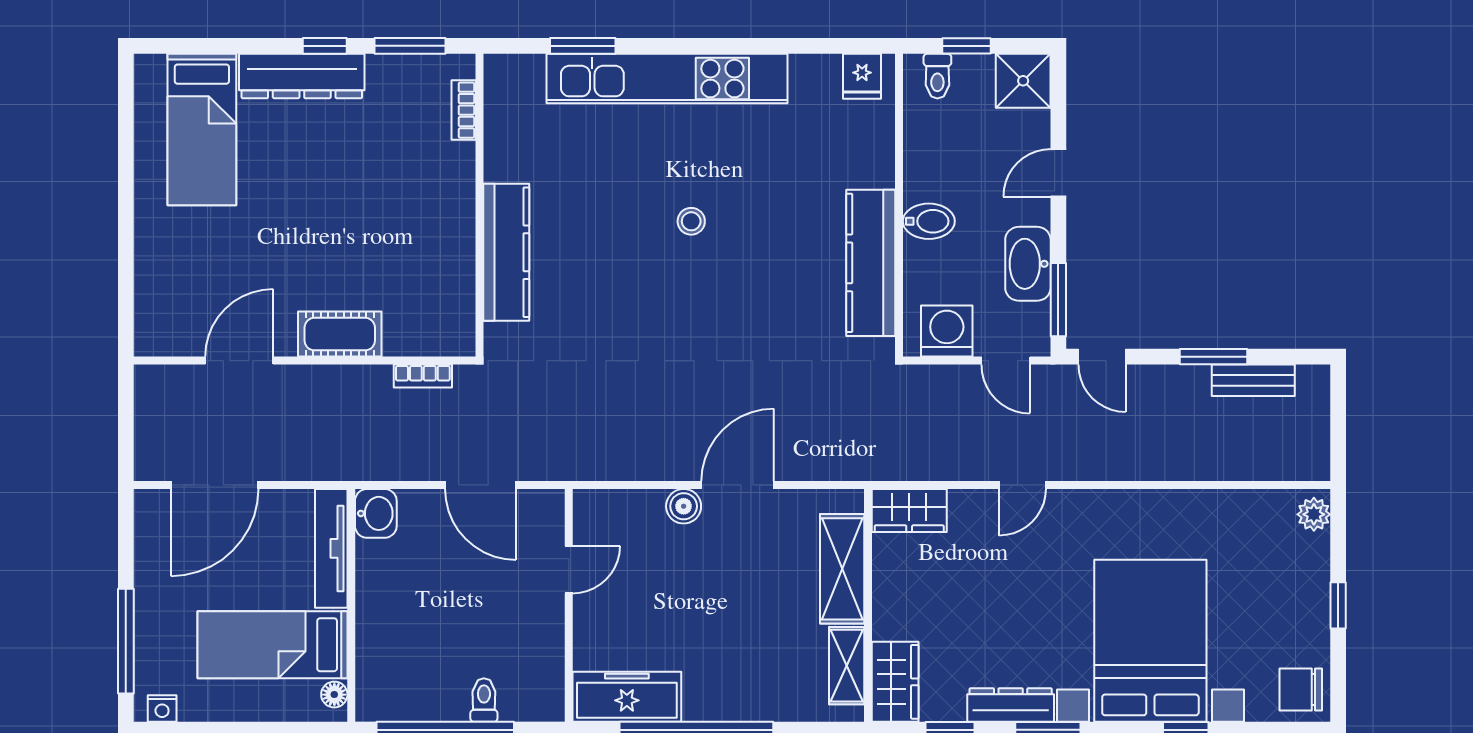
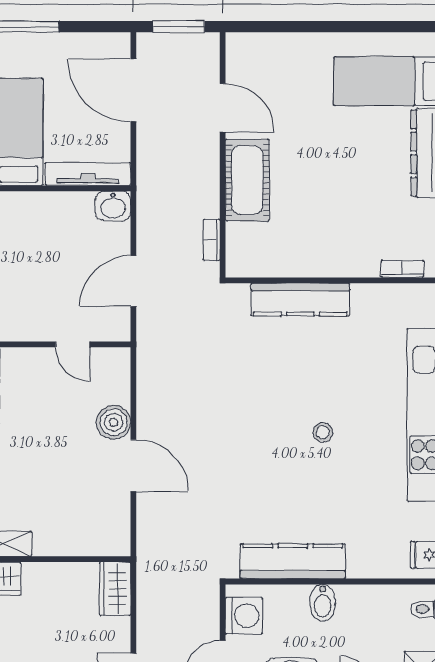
cot: (340, 334) -> (247, 180), width x1.37, depth x1.34
window: (126, 422) -> (179, 27), added
boiler: (684, 506) -> (114, 422), width x1.36, depth x1.36
shelving: (842, 569) -> (73, 541), removed

